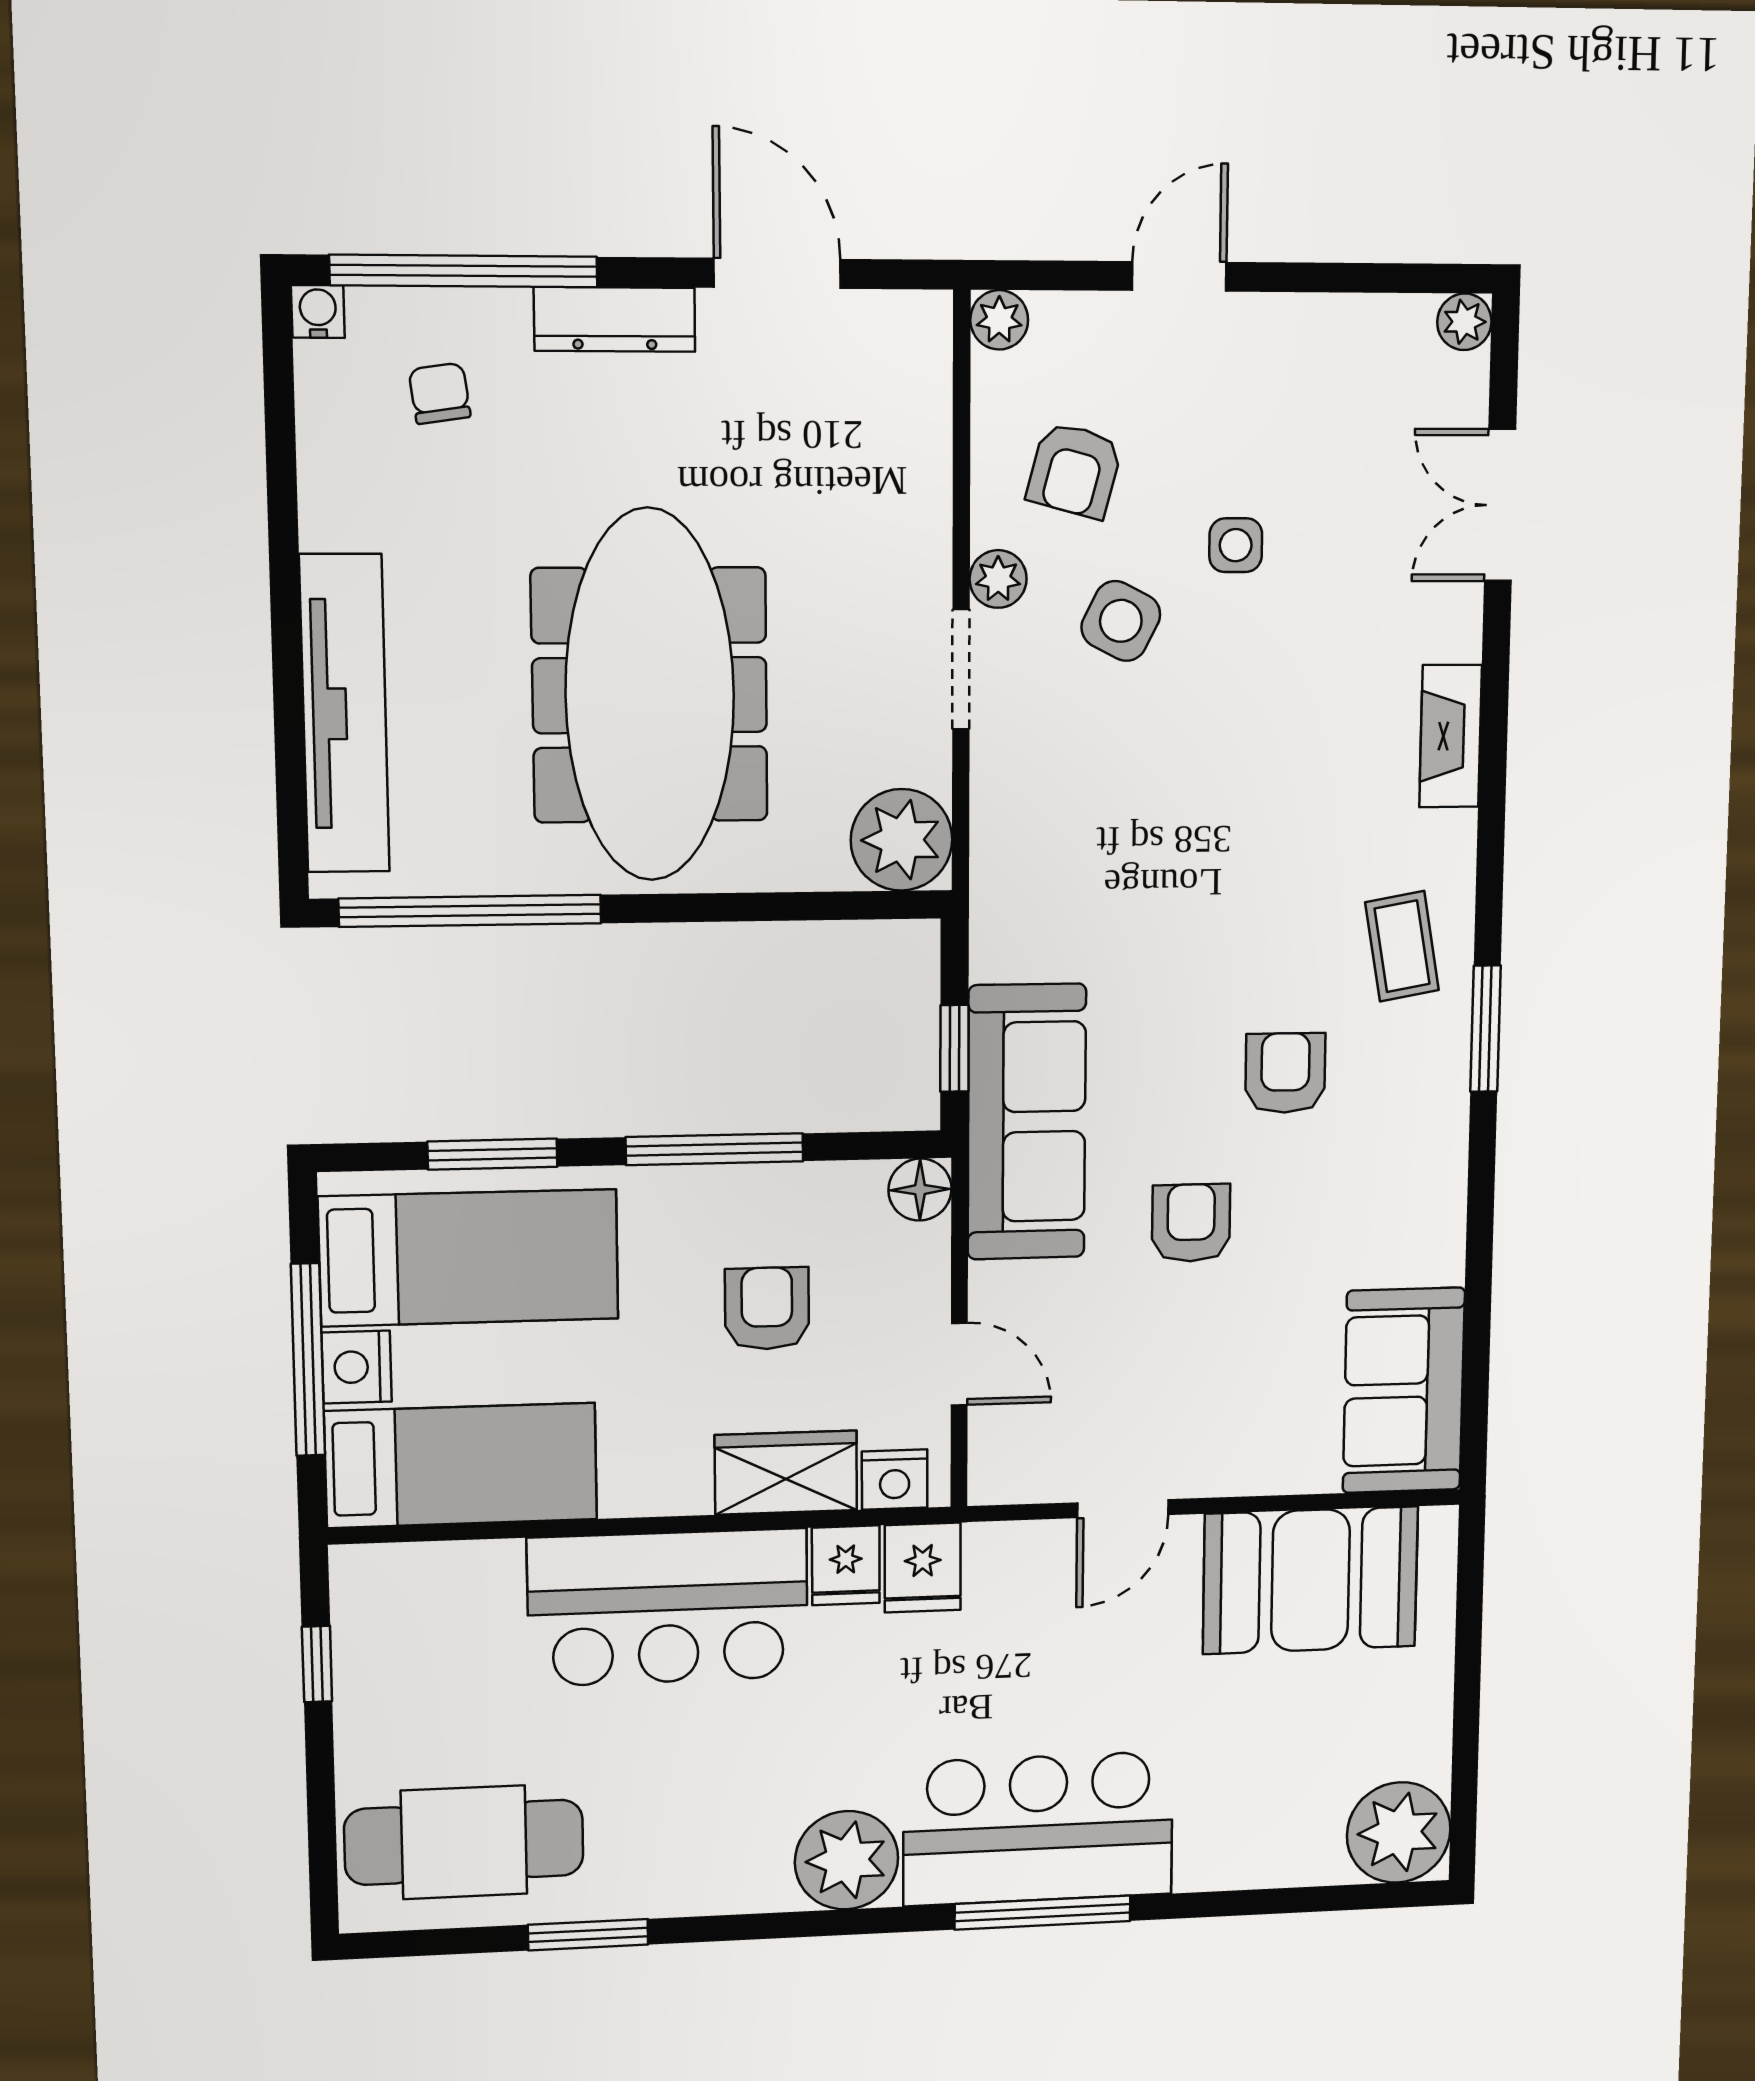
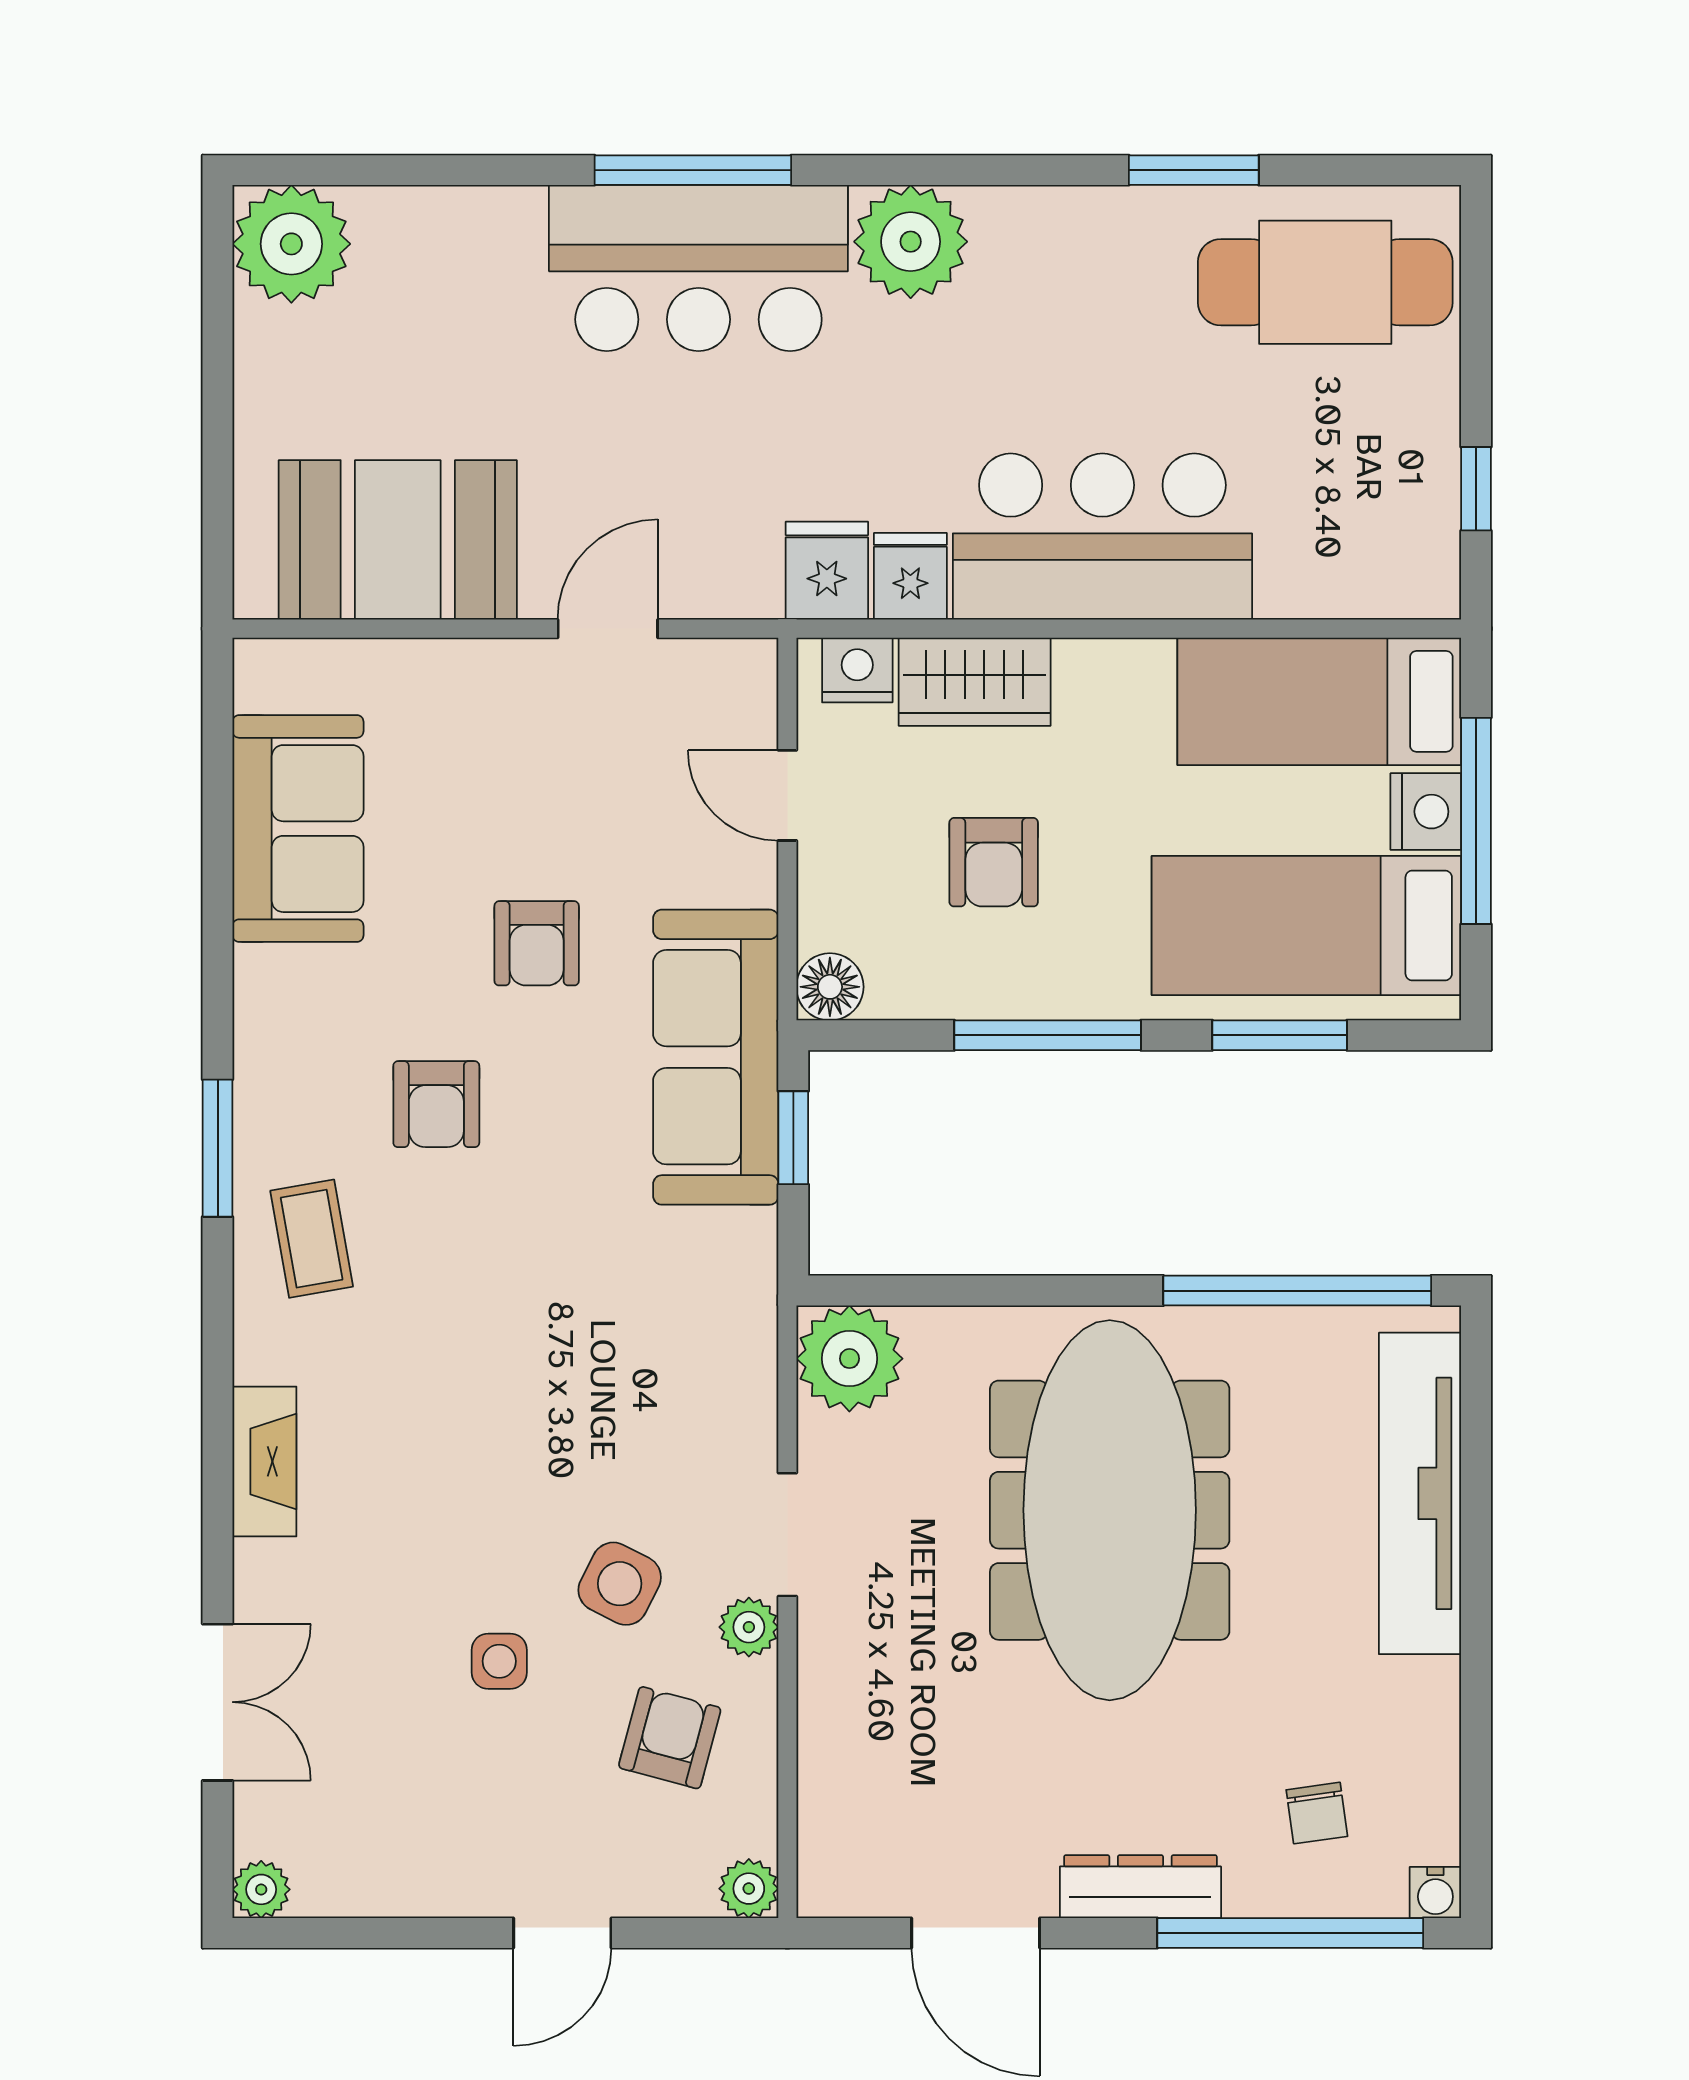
sofa: (1404, 1390) -> (298, 829), moved

